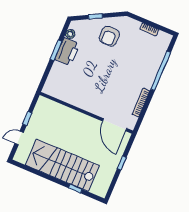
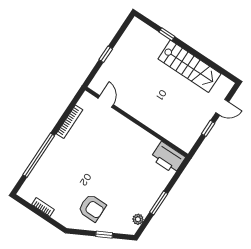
armchair: (109, 36) -> (92, 208), turned 90
printer: (67, 52) -> (168, 158), moved, turned -90
door: (115, 125) -> (106, 101), width x0.53
stairs: (62, 165) -> (189, 66), width x0.73, depth x0.66

